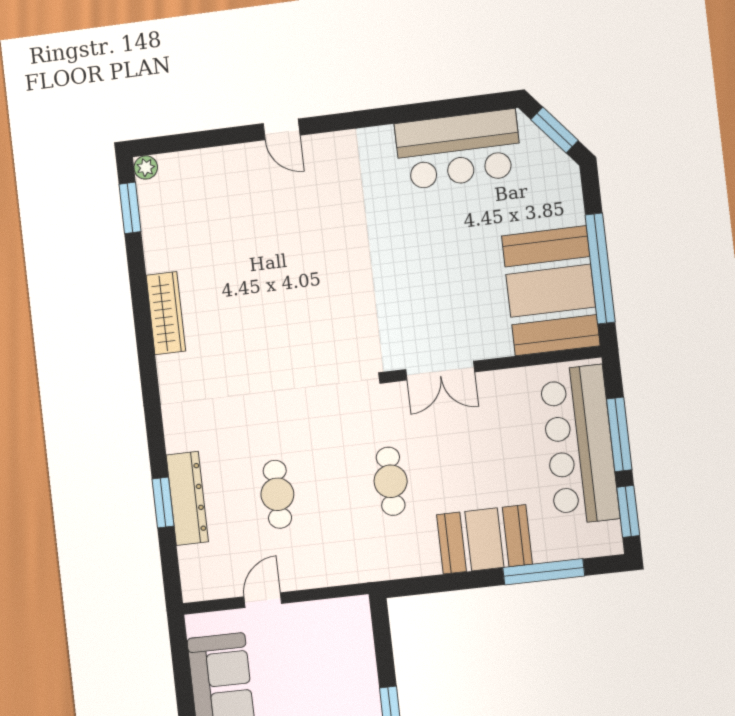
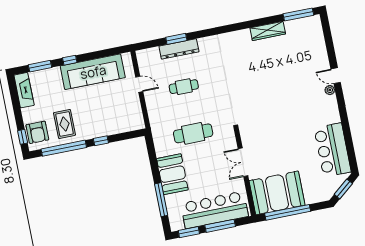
door: (282, 129) -> (336, 76), hinge flipped
plant: (146, 167) -> (330, 90), moved
window: (130, 208) -> (298, 15), width x1.44
wardrobe: (166, 313) -> (268, 31), moved
double door: (440, 371) -> (243, 162), moved
cafe table: (391, 481) -> (193, 133), width x1.37, depth x1.35

